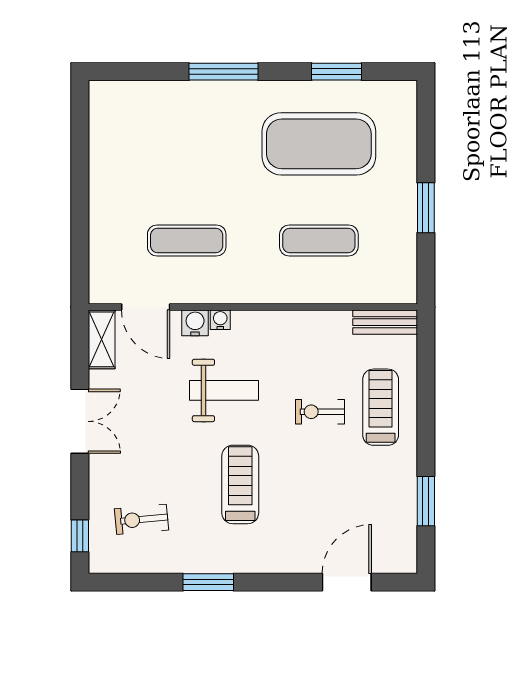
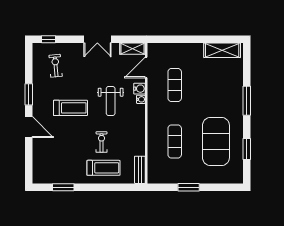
shelving: (105, 129) -> (222, 50), added
door: (347, 582) -> (29, 127), moved

